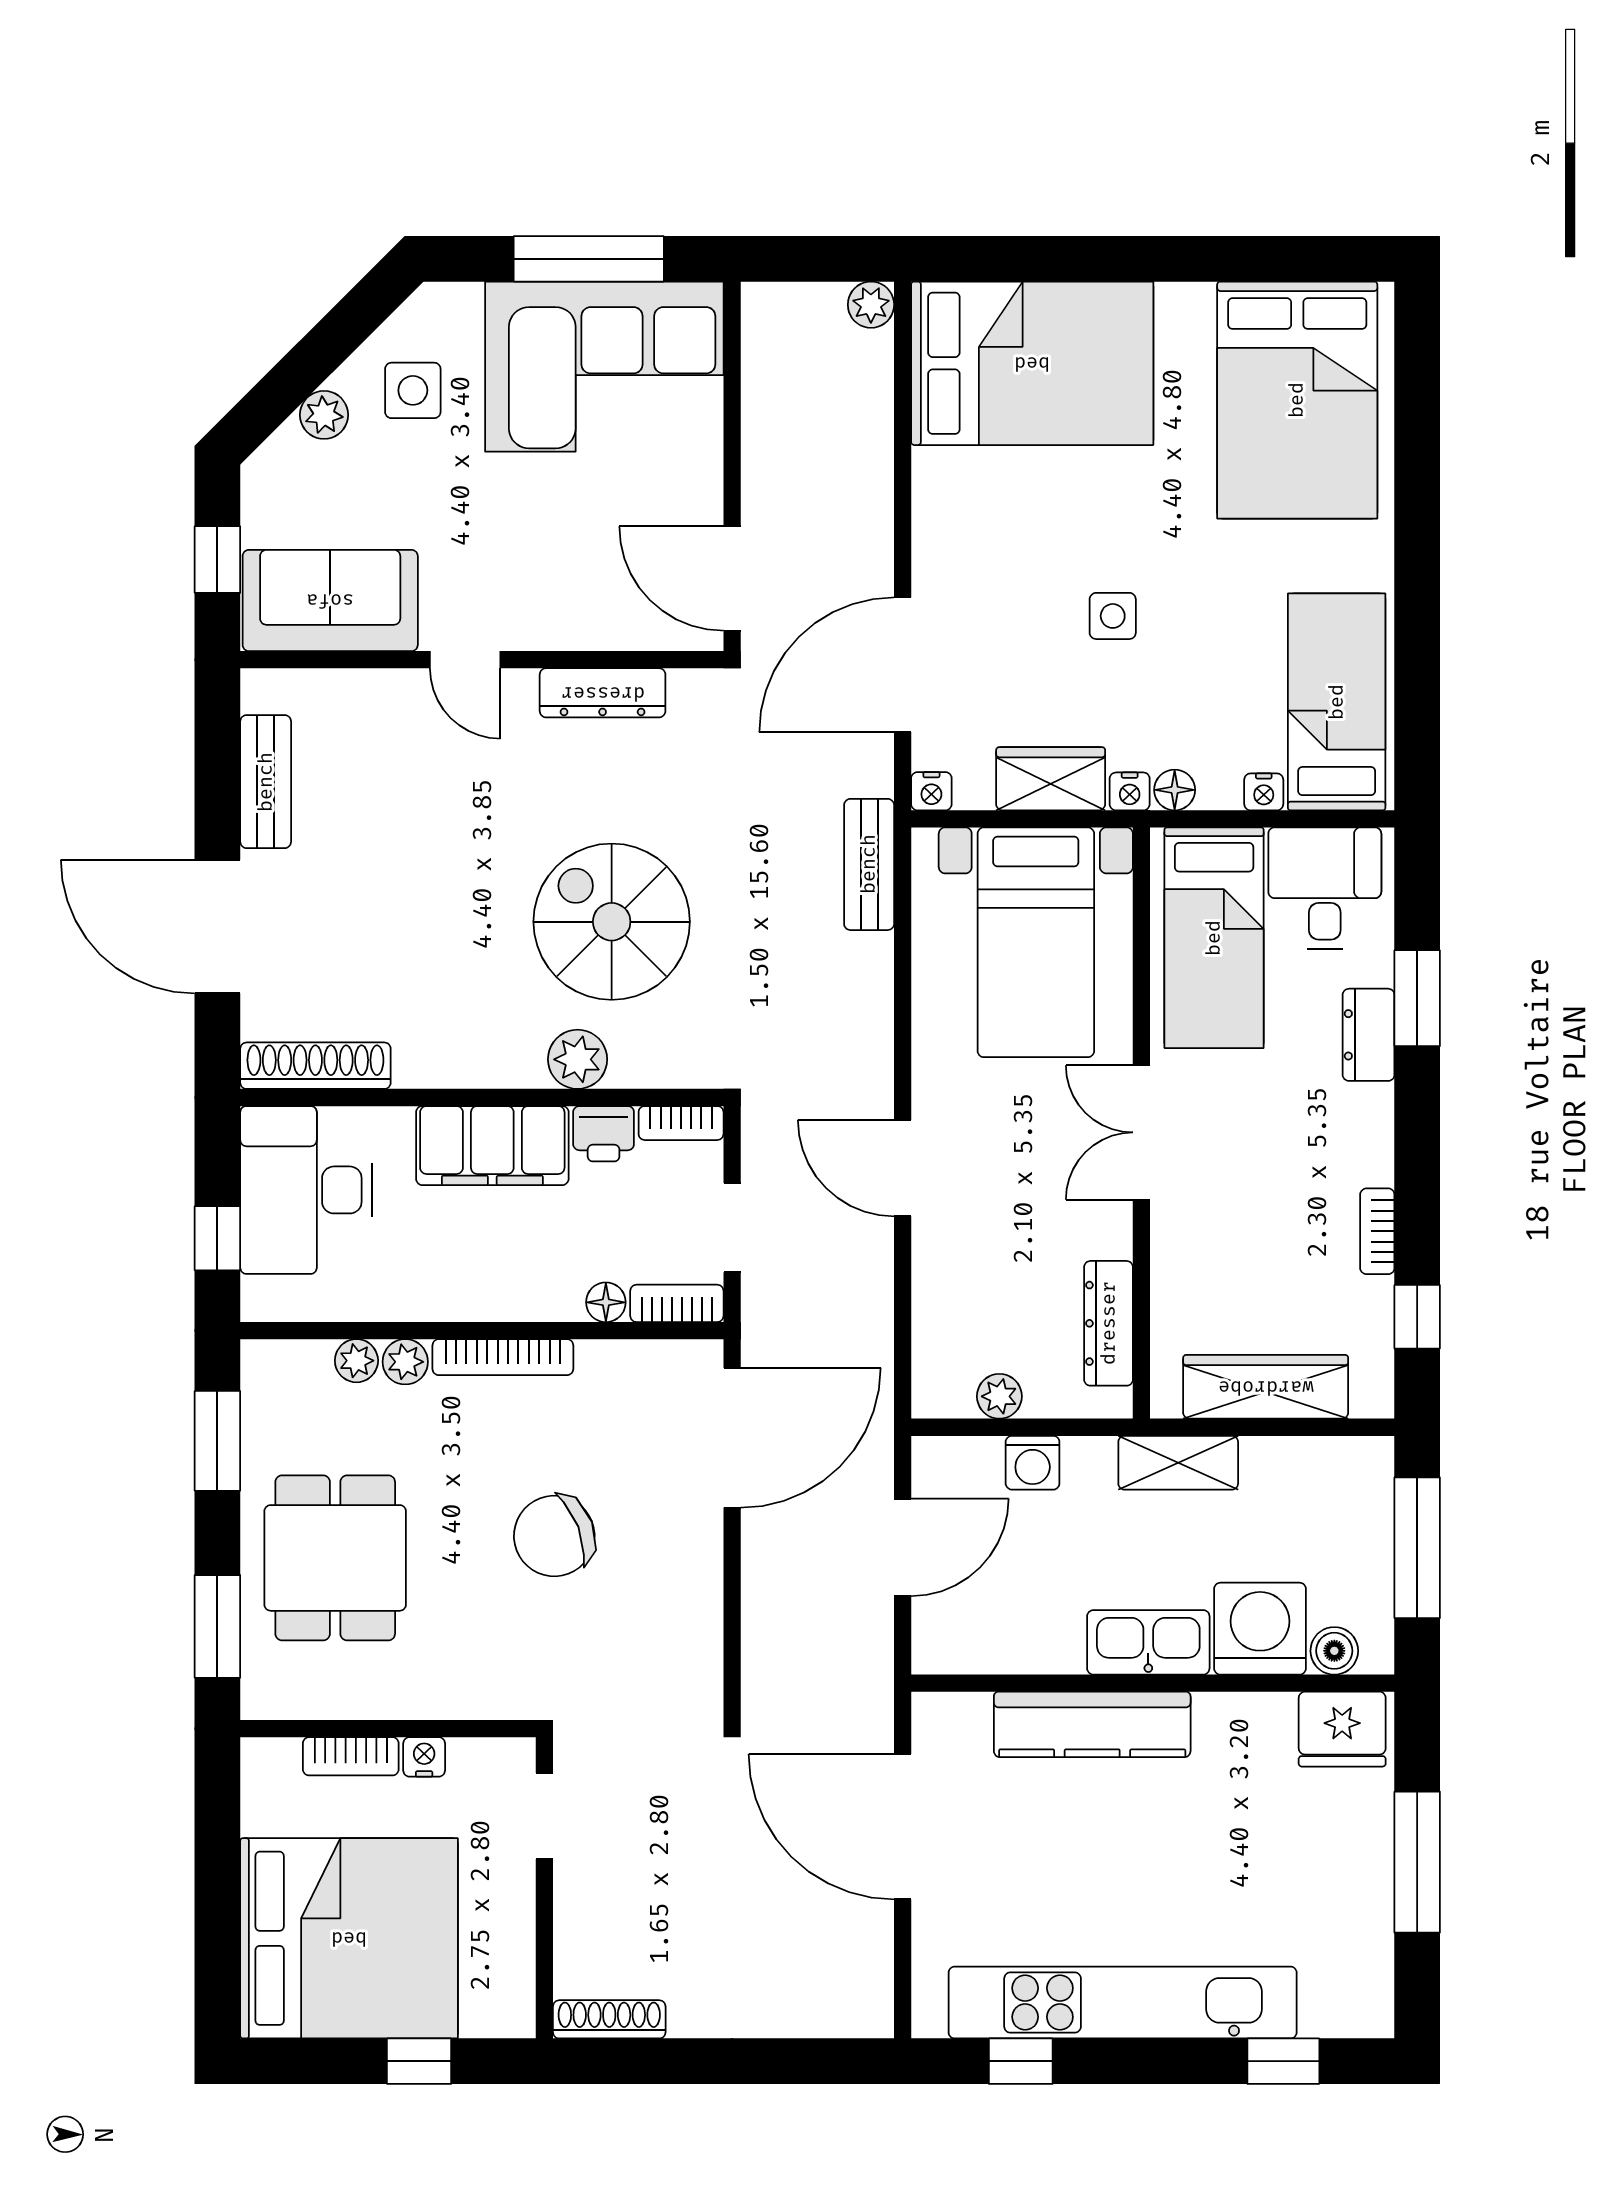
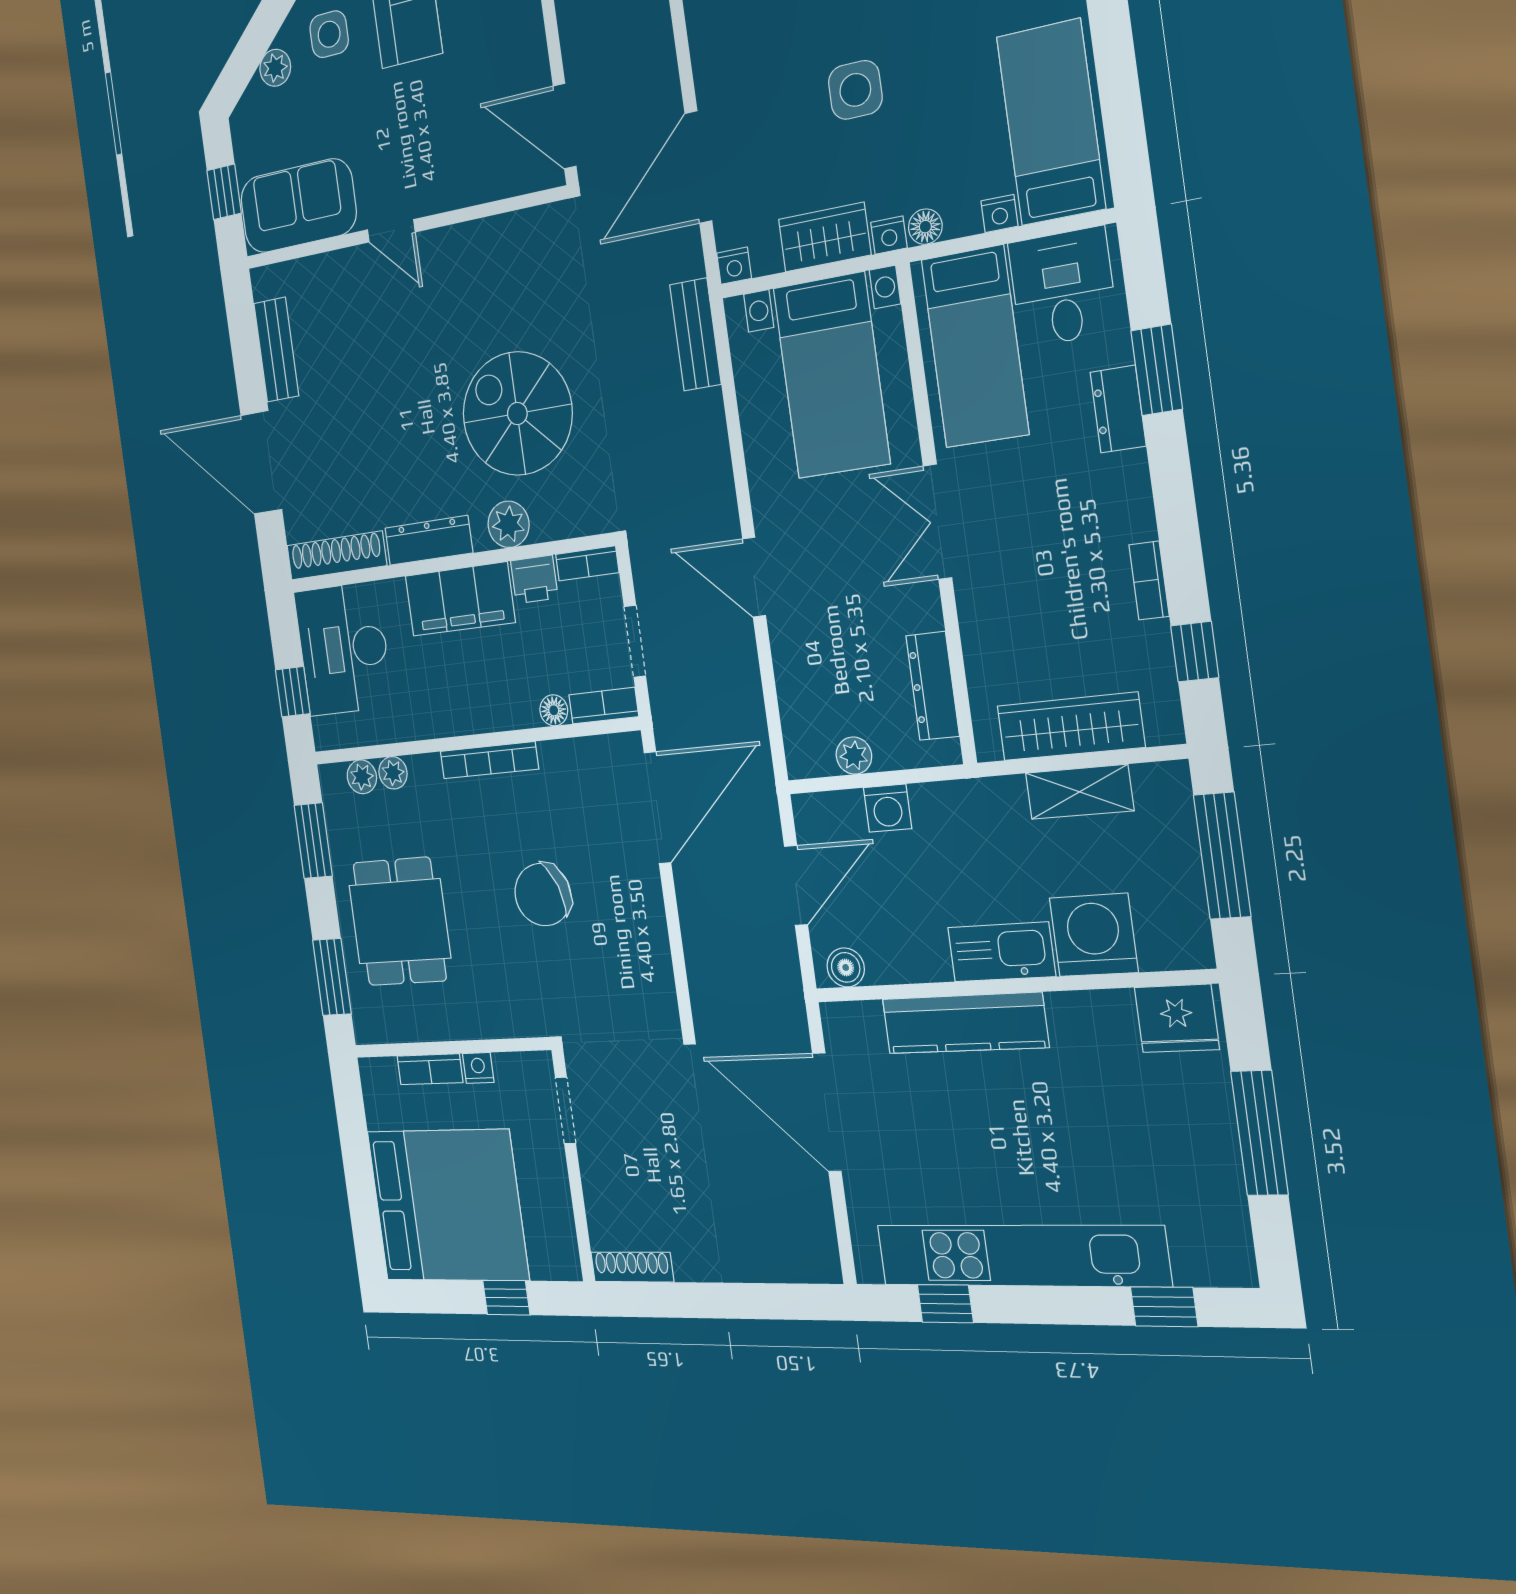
side table: (1113, 616) -> (855, 90), width x1.37, depth x1.37
dresser: (603, 693) -> (429, 540), moved, turned 180
plant: (405, 1362) -> (362, 777), moved
shelving: (1178, 1463) -> (1079, 792), moved
boiler: (1334, 1651) -> (846, 967), moved

